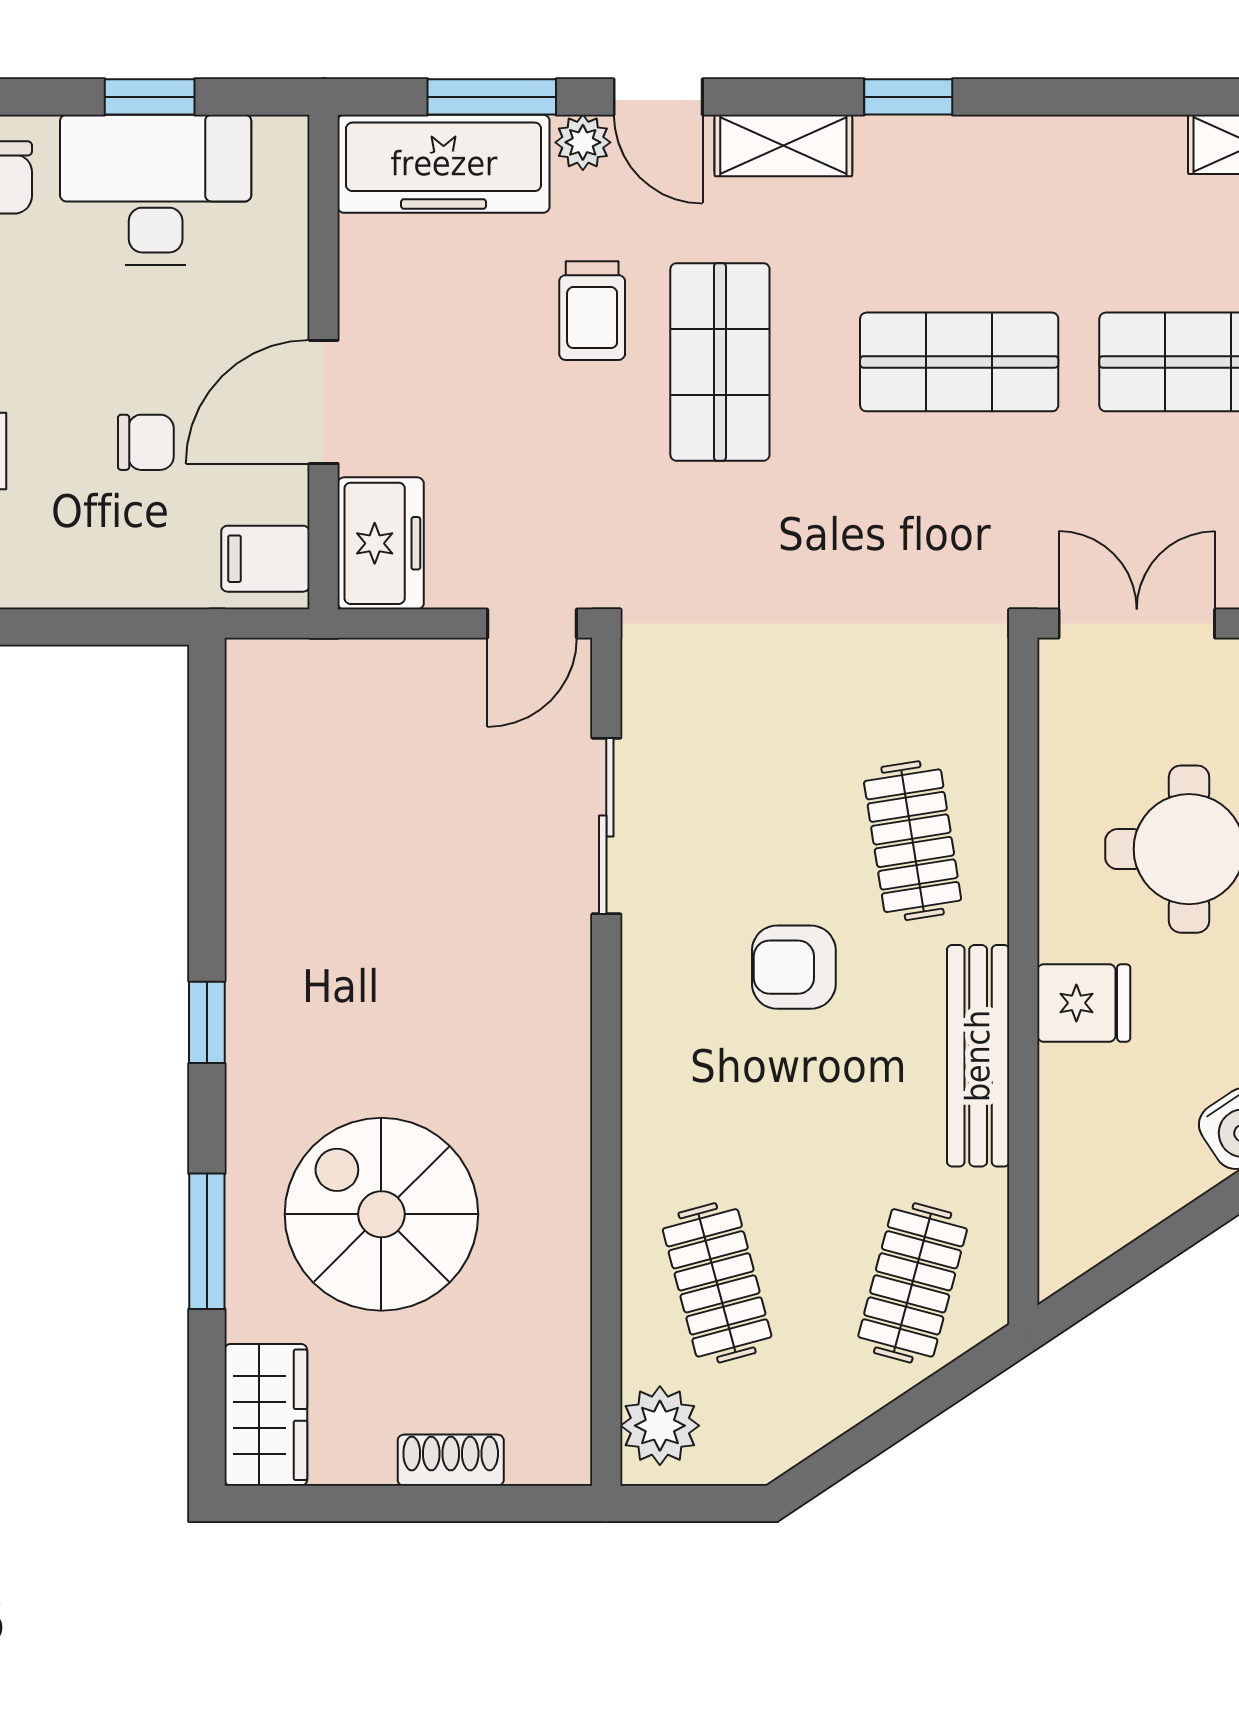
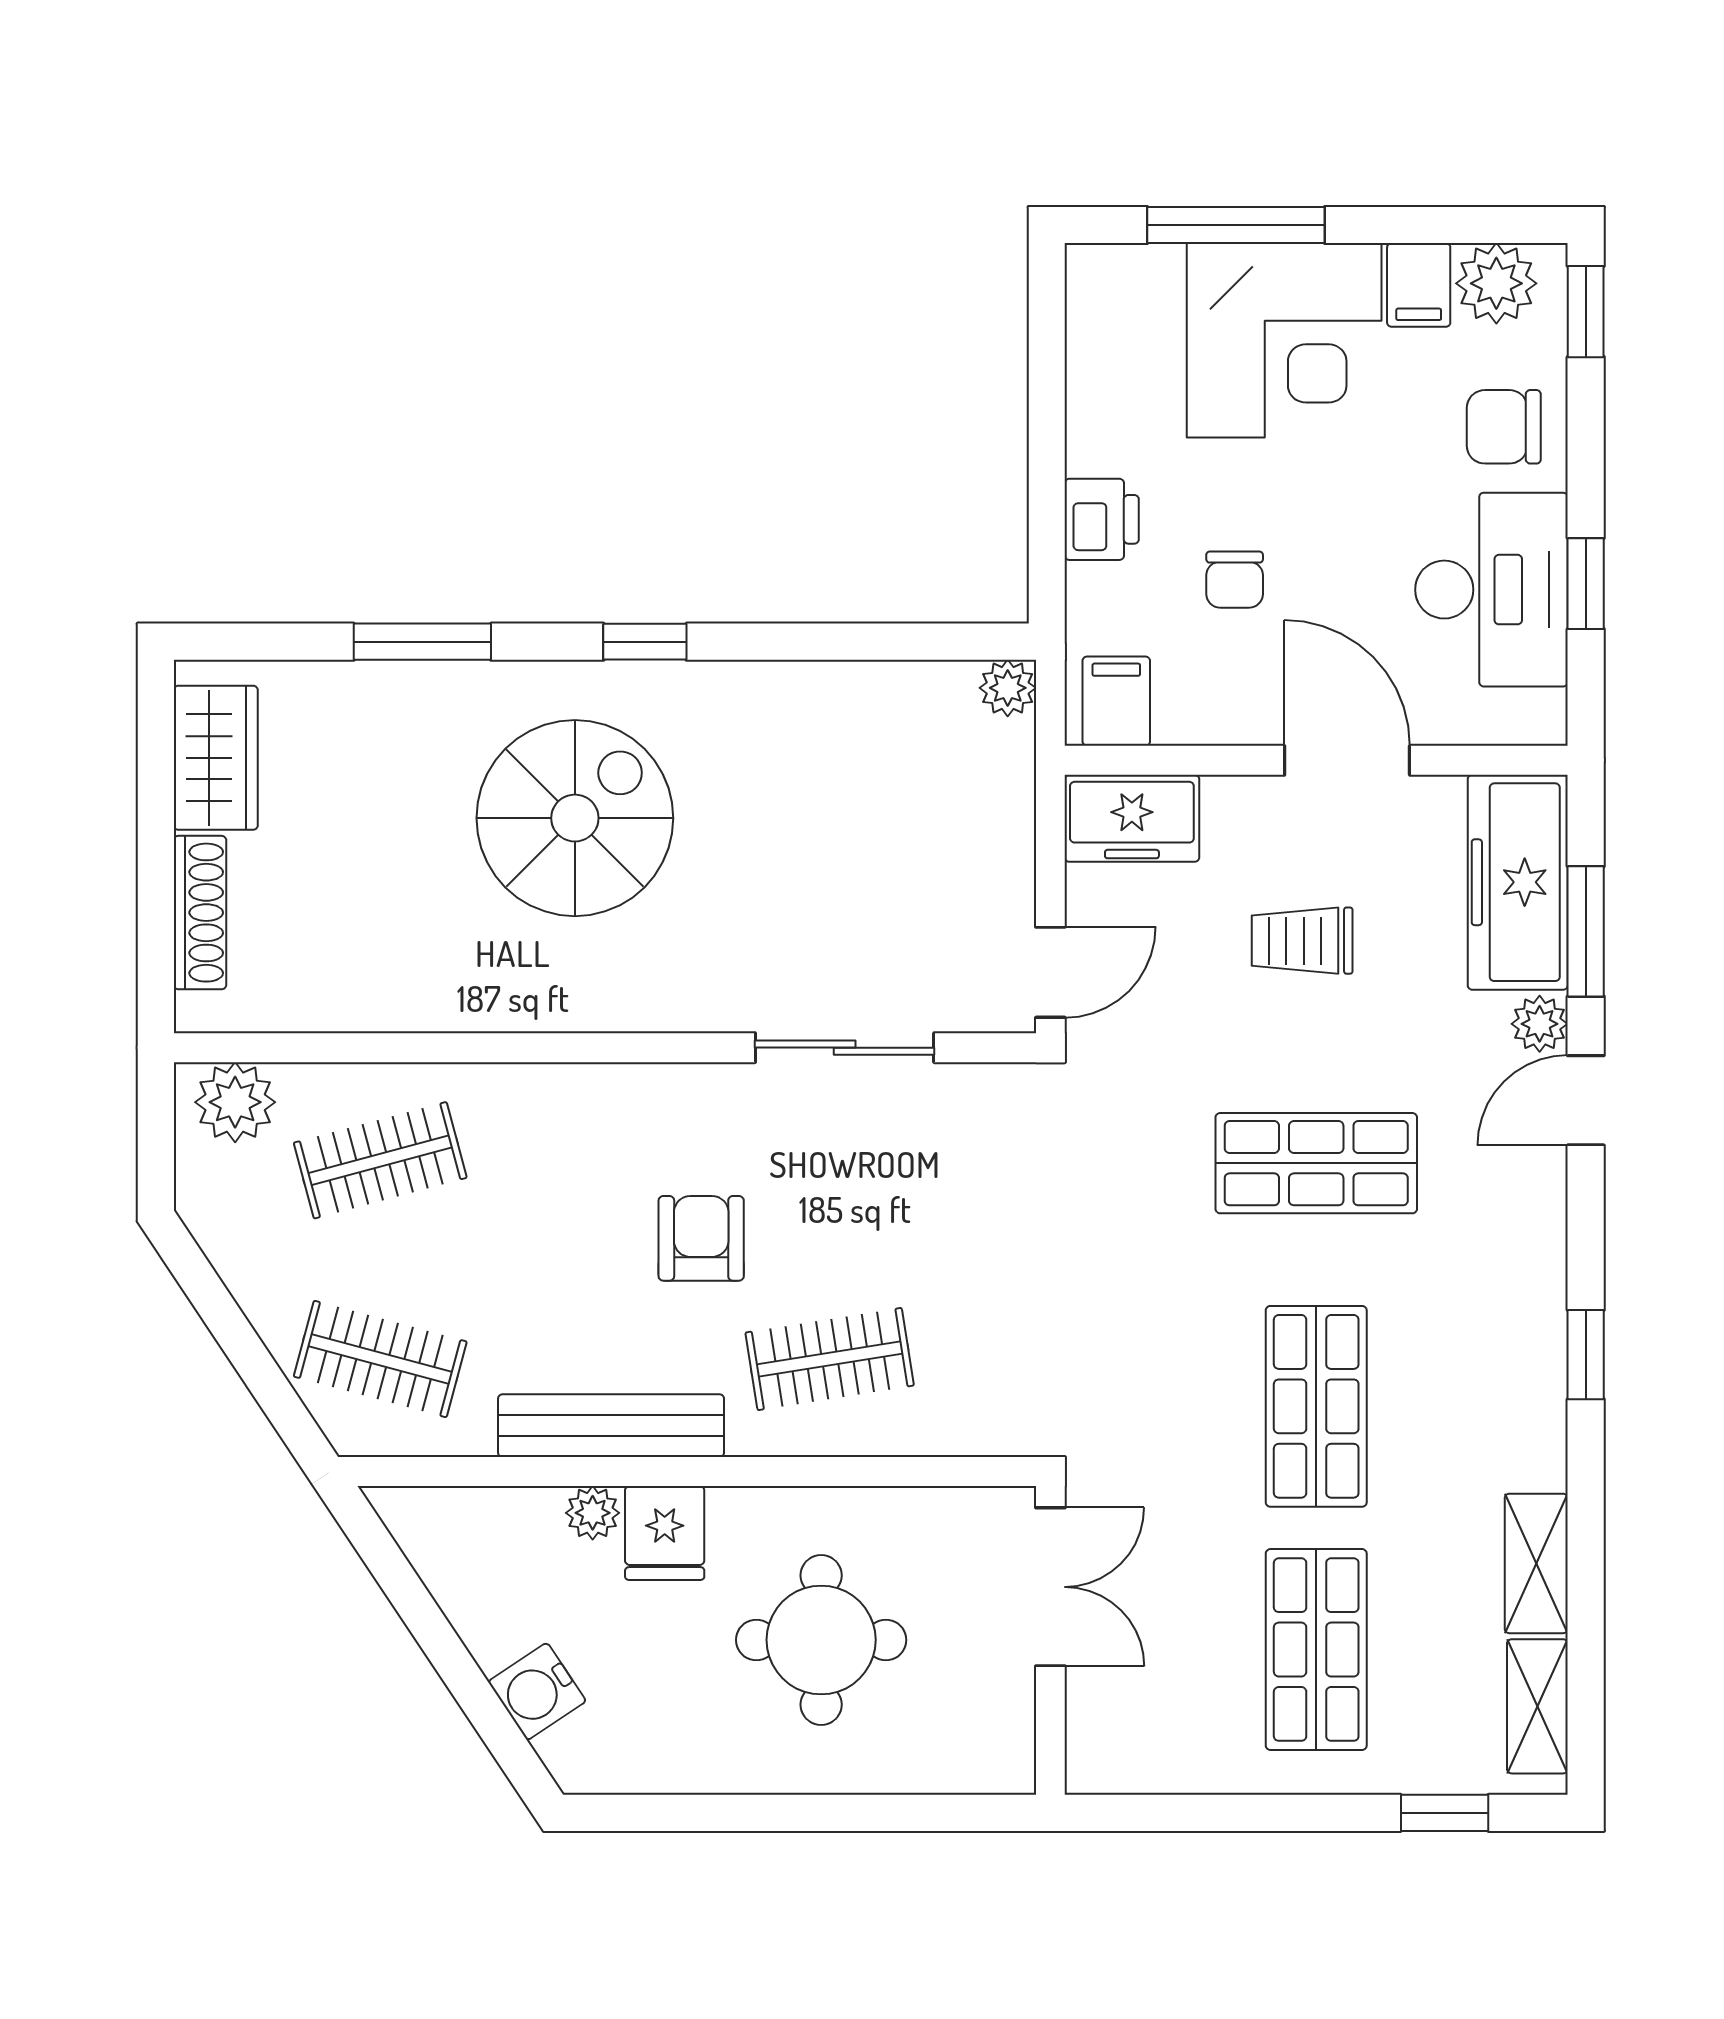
shelving: (783, 146) -> (1536, 1563), moved
trolley: (592, 311) -> (1302, 941), moved
door: (324, 402) -> (1347, 760), moved
printer: (87, 573) -> (1102, 519), added
door: (532, 624) -> (1050, 972), swing flipped
plant: (252, 666) -> (1008, 688), added
plant: (1064, 1074) -> (593, 1513), added
spiral stairs: (381, 1214) -> (575, 818), moved
wardrobe: (266, 1415) -> (216, 758), moved, turned -90
shoe rack: (451, 1460) -> (200, 913), width x1.43

